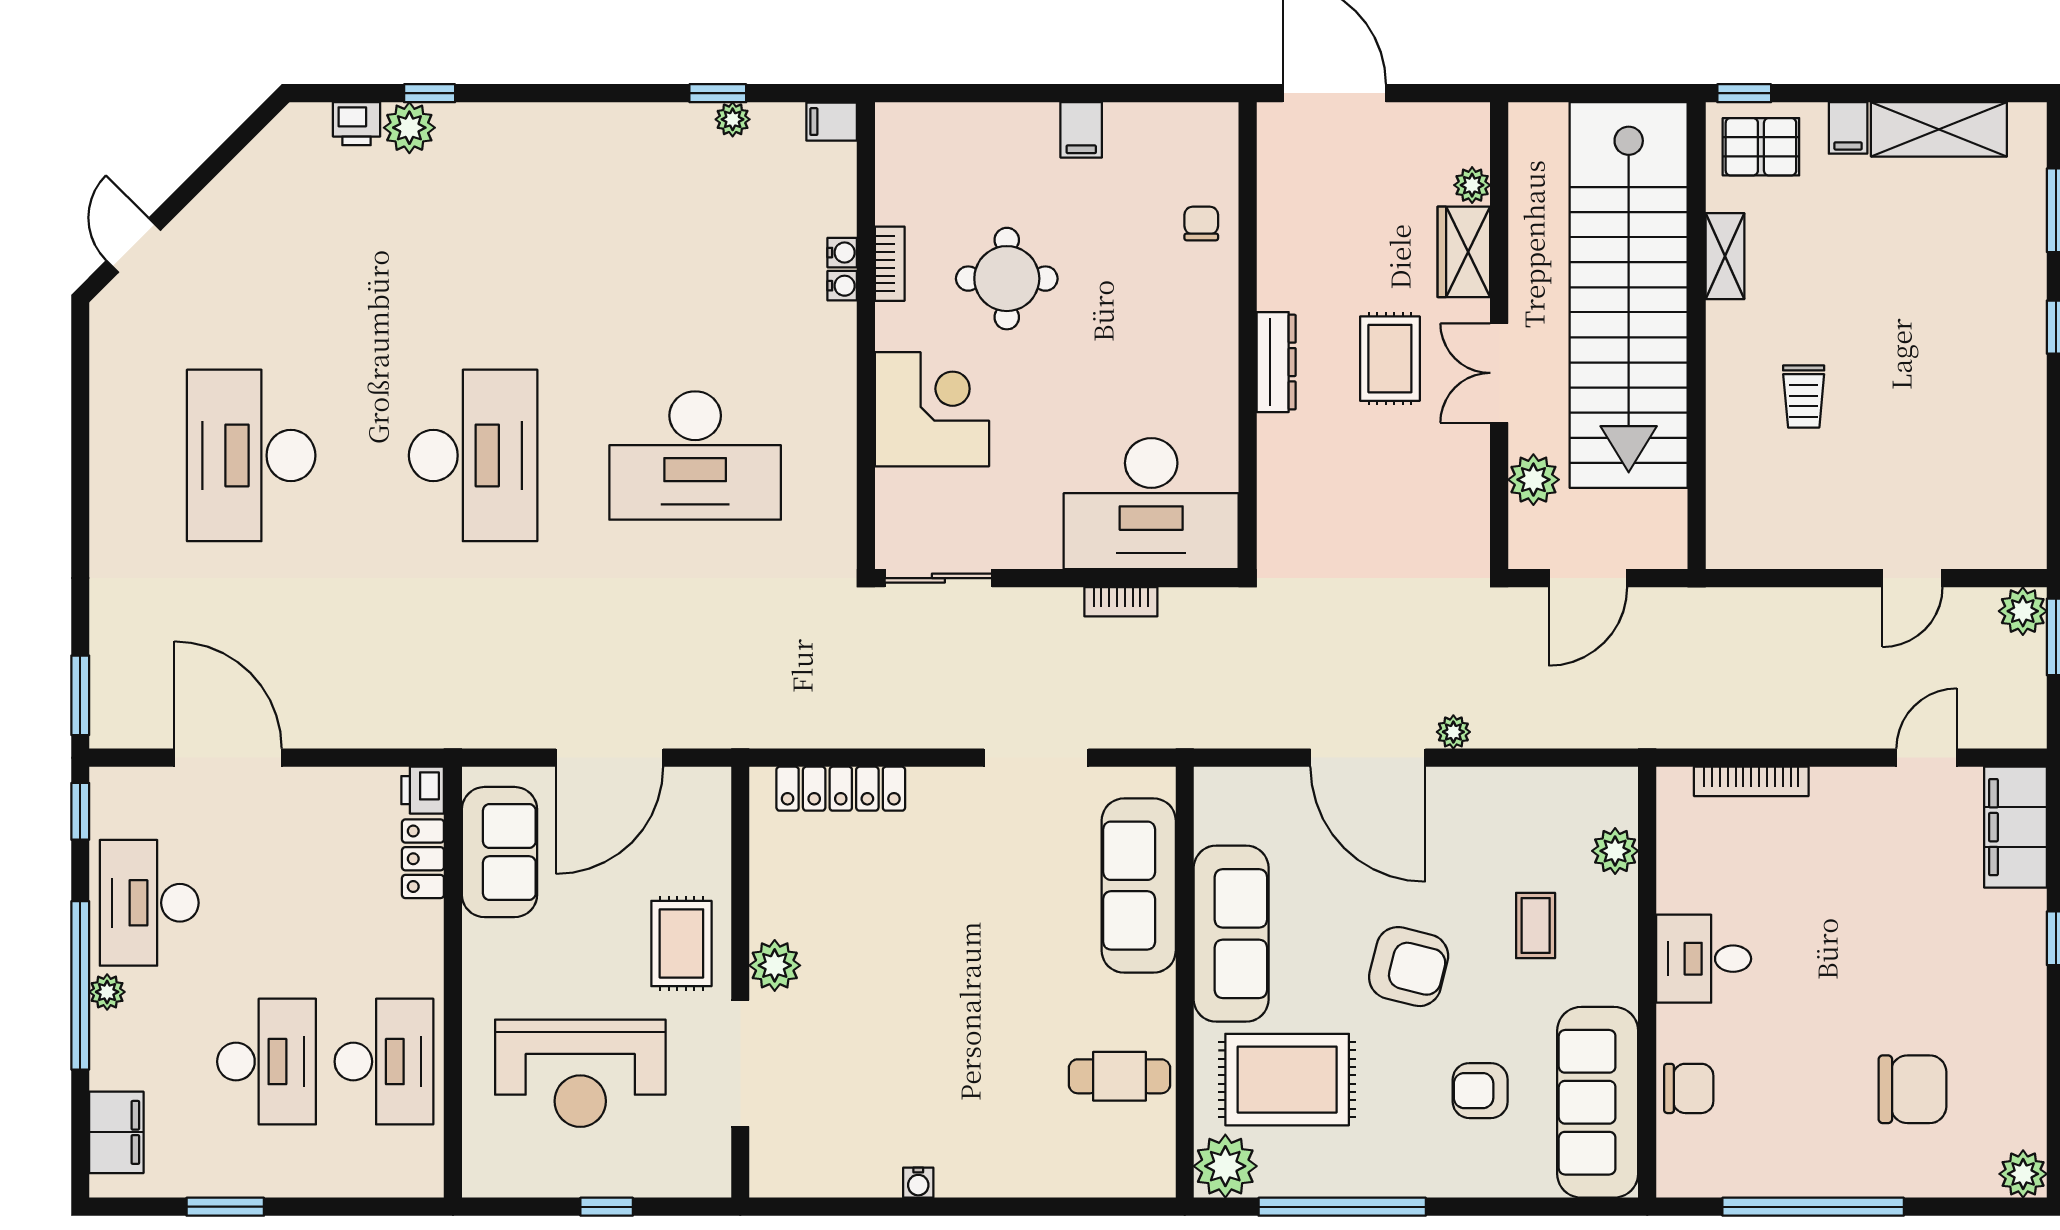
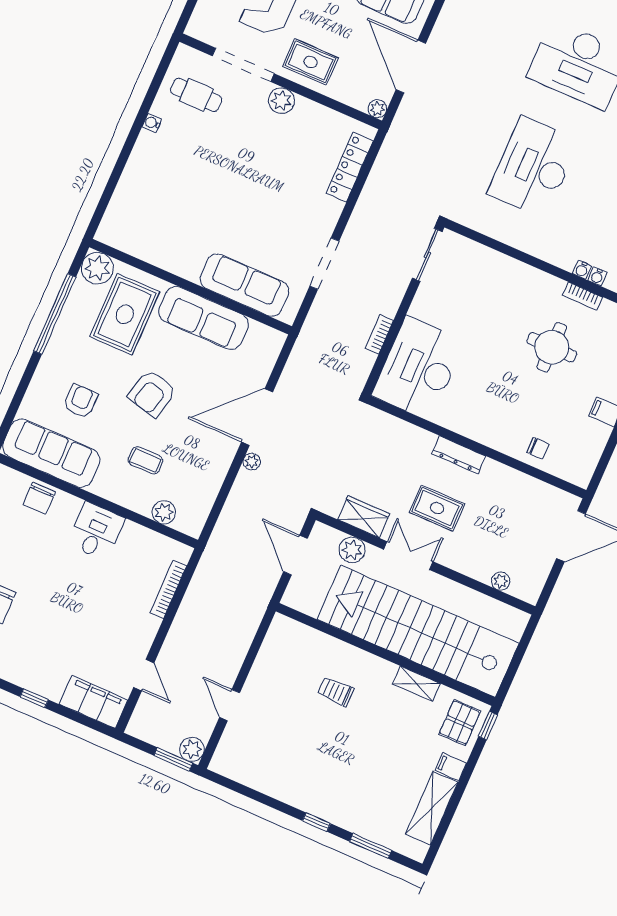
wardrobe: (1464, 252) -> (364, 517), moved
corner desk: (932, 409) -> (507, 286), removed
plant: (713, 785) -> (377, 109), added
cafe table: (1119, 1076) -> (196, 95), moved, turned 90

